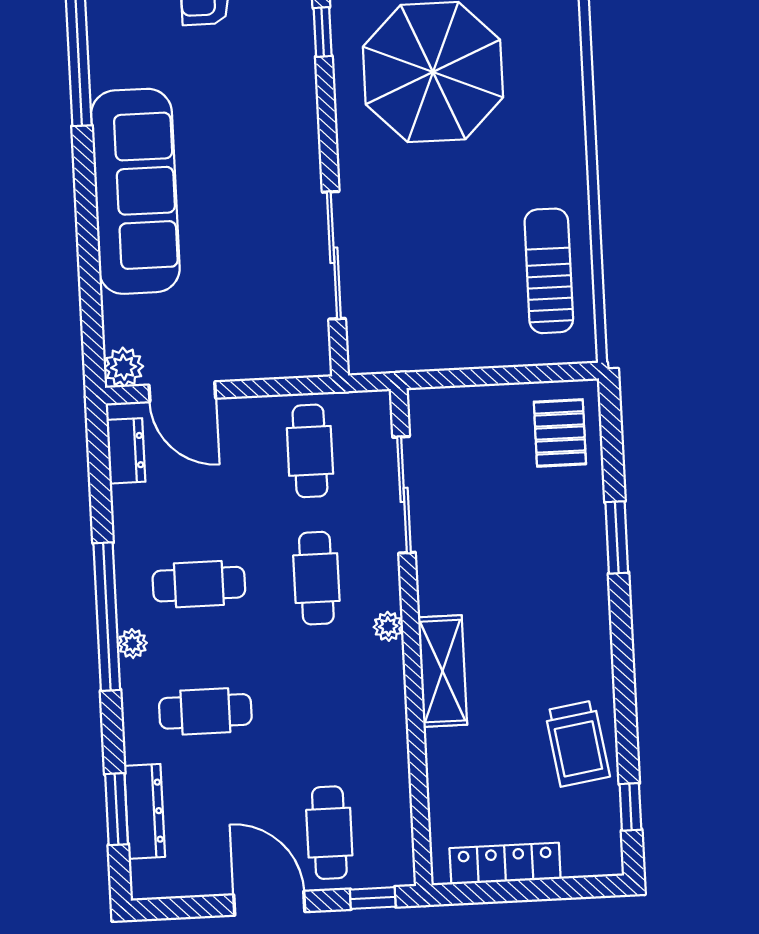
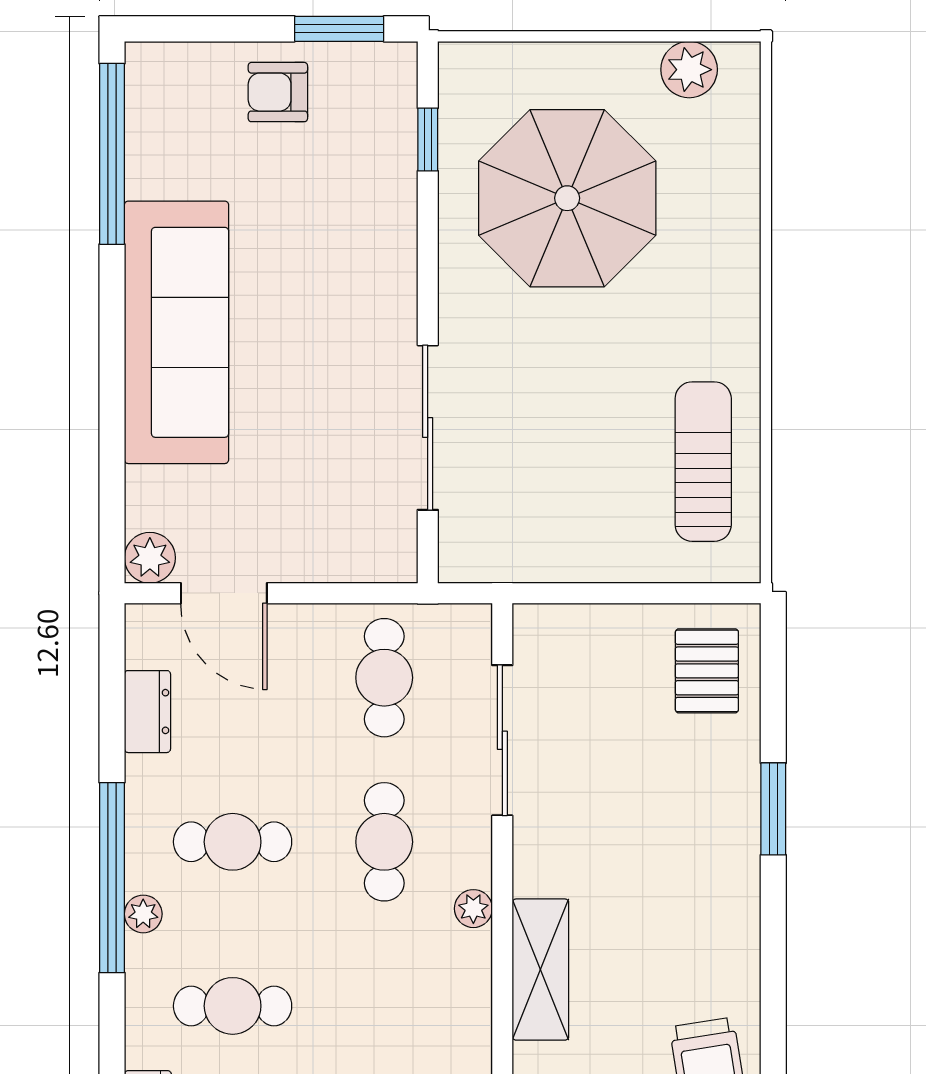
dresser: (126, 451) -> (147, 712), moved

